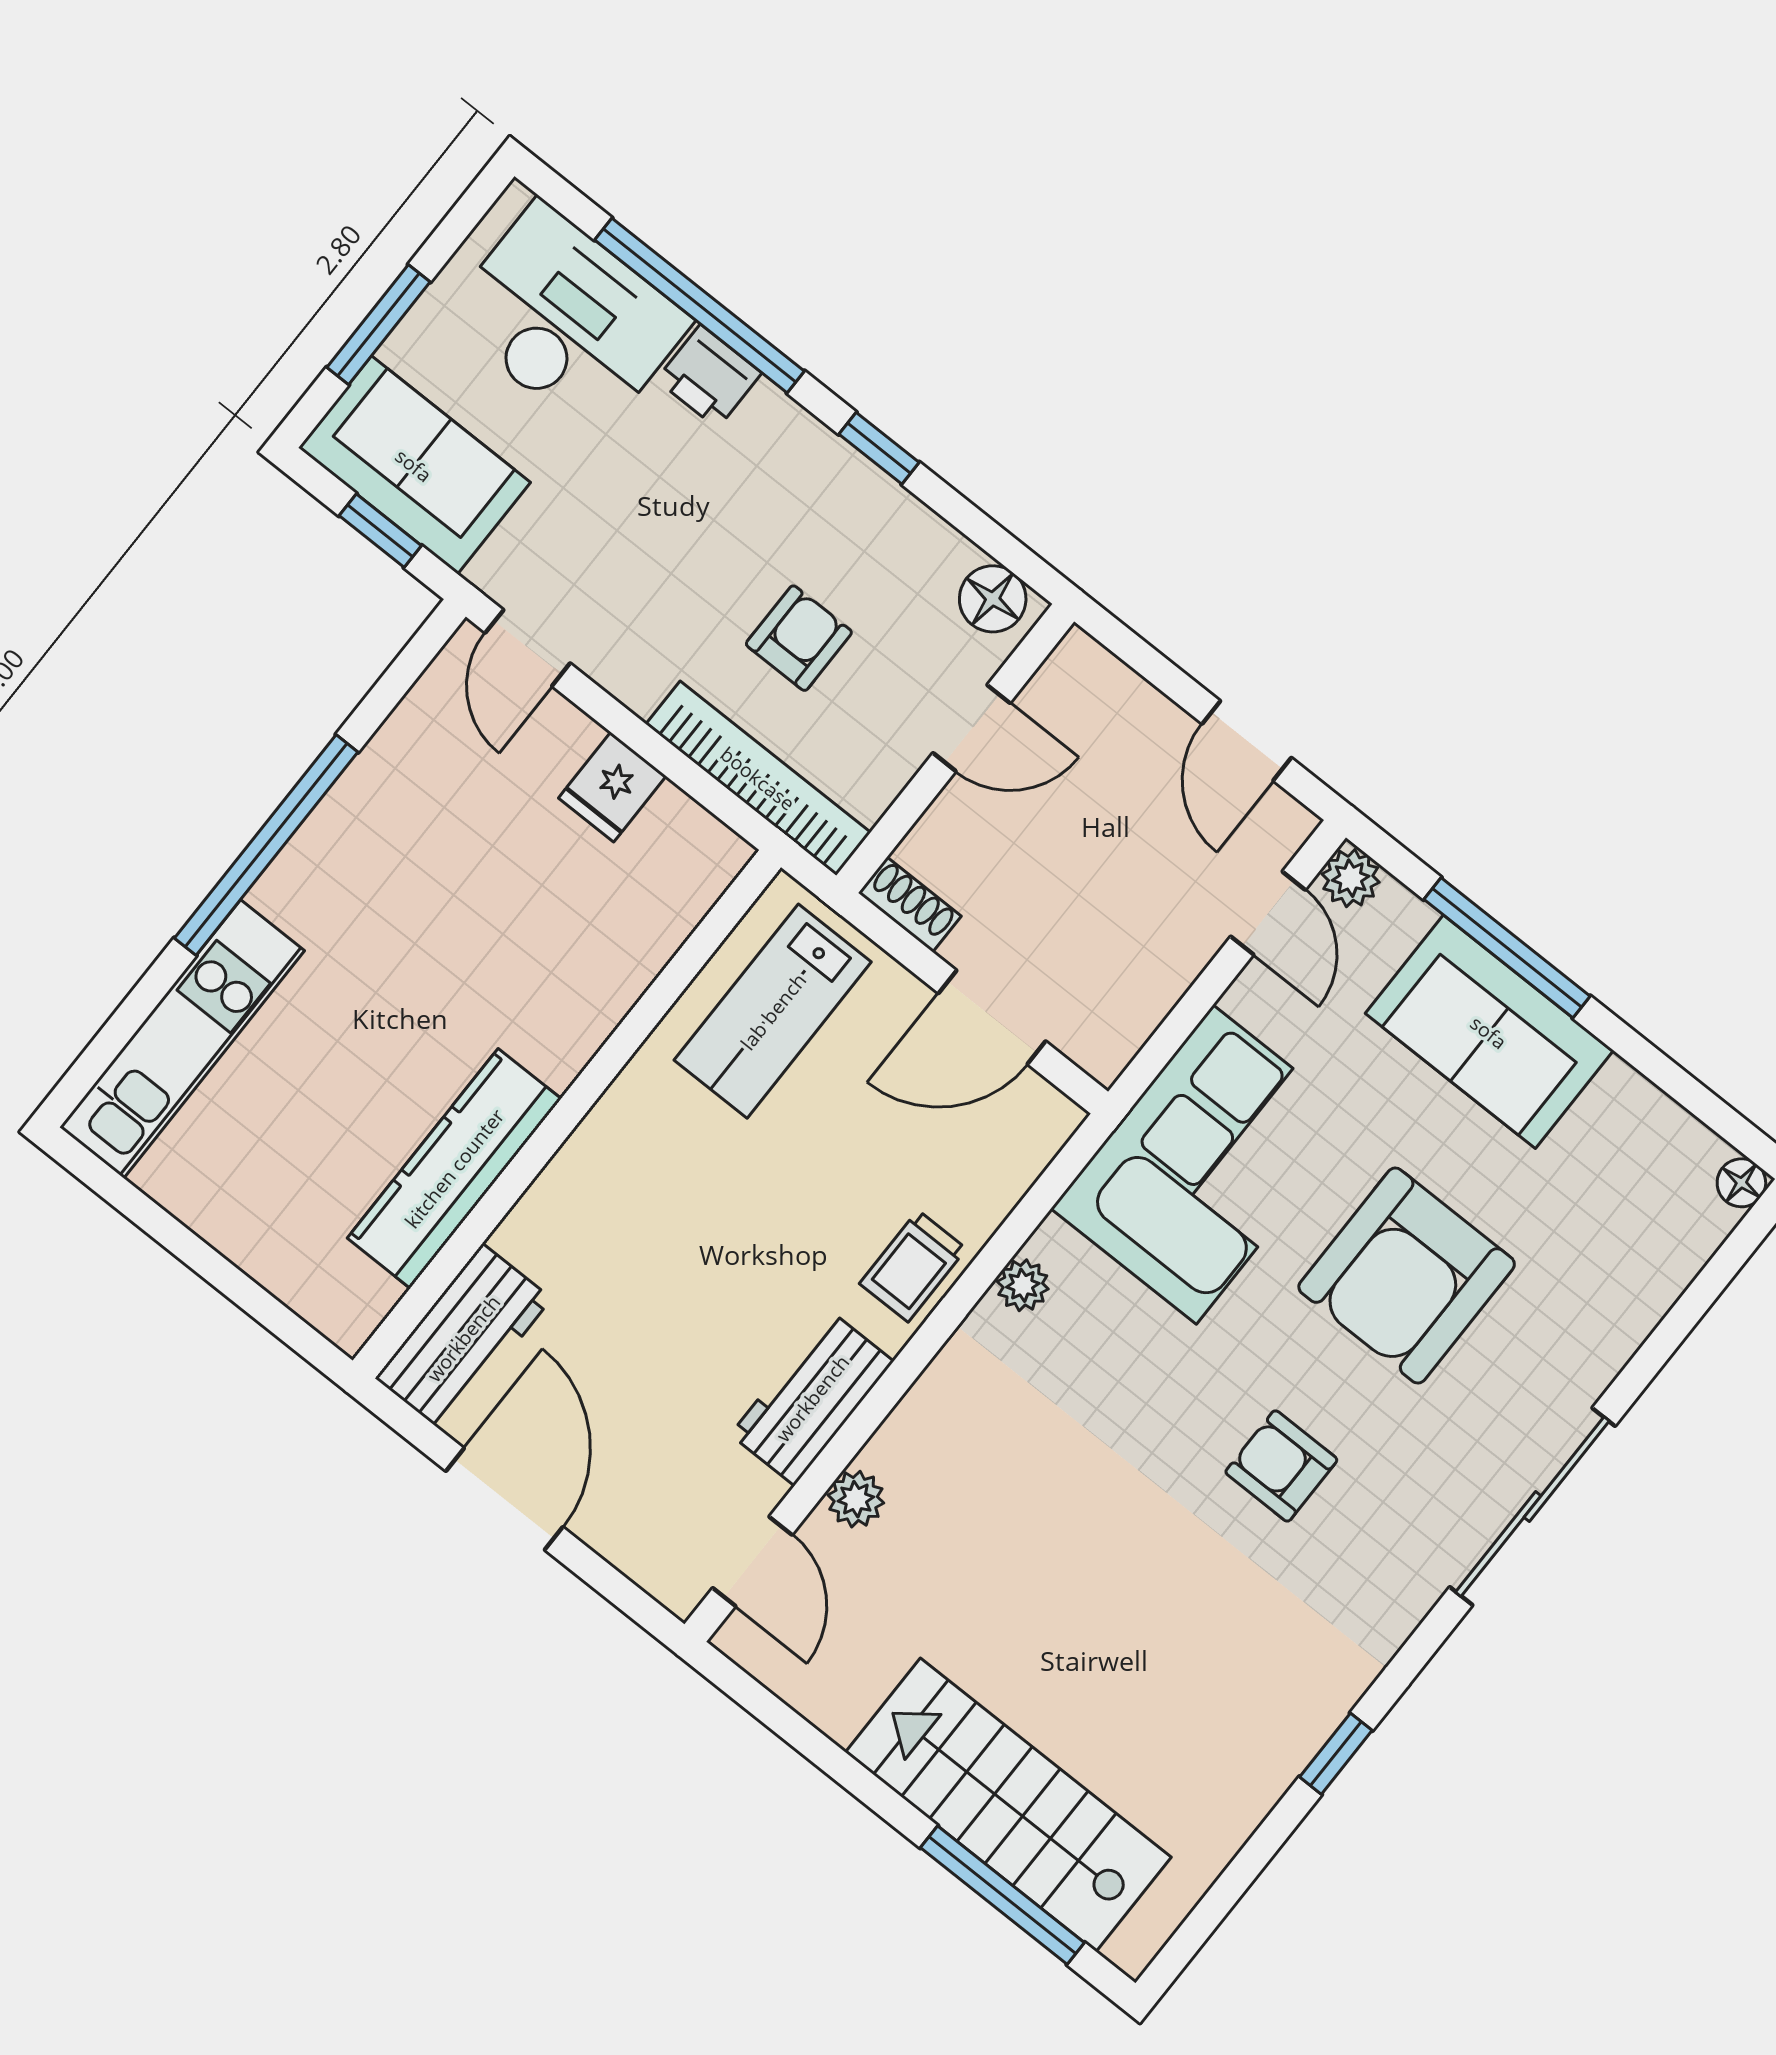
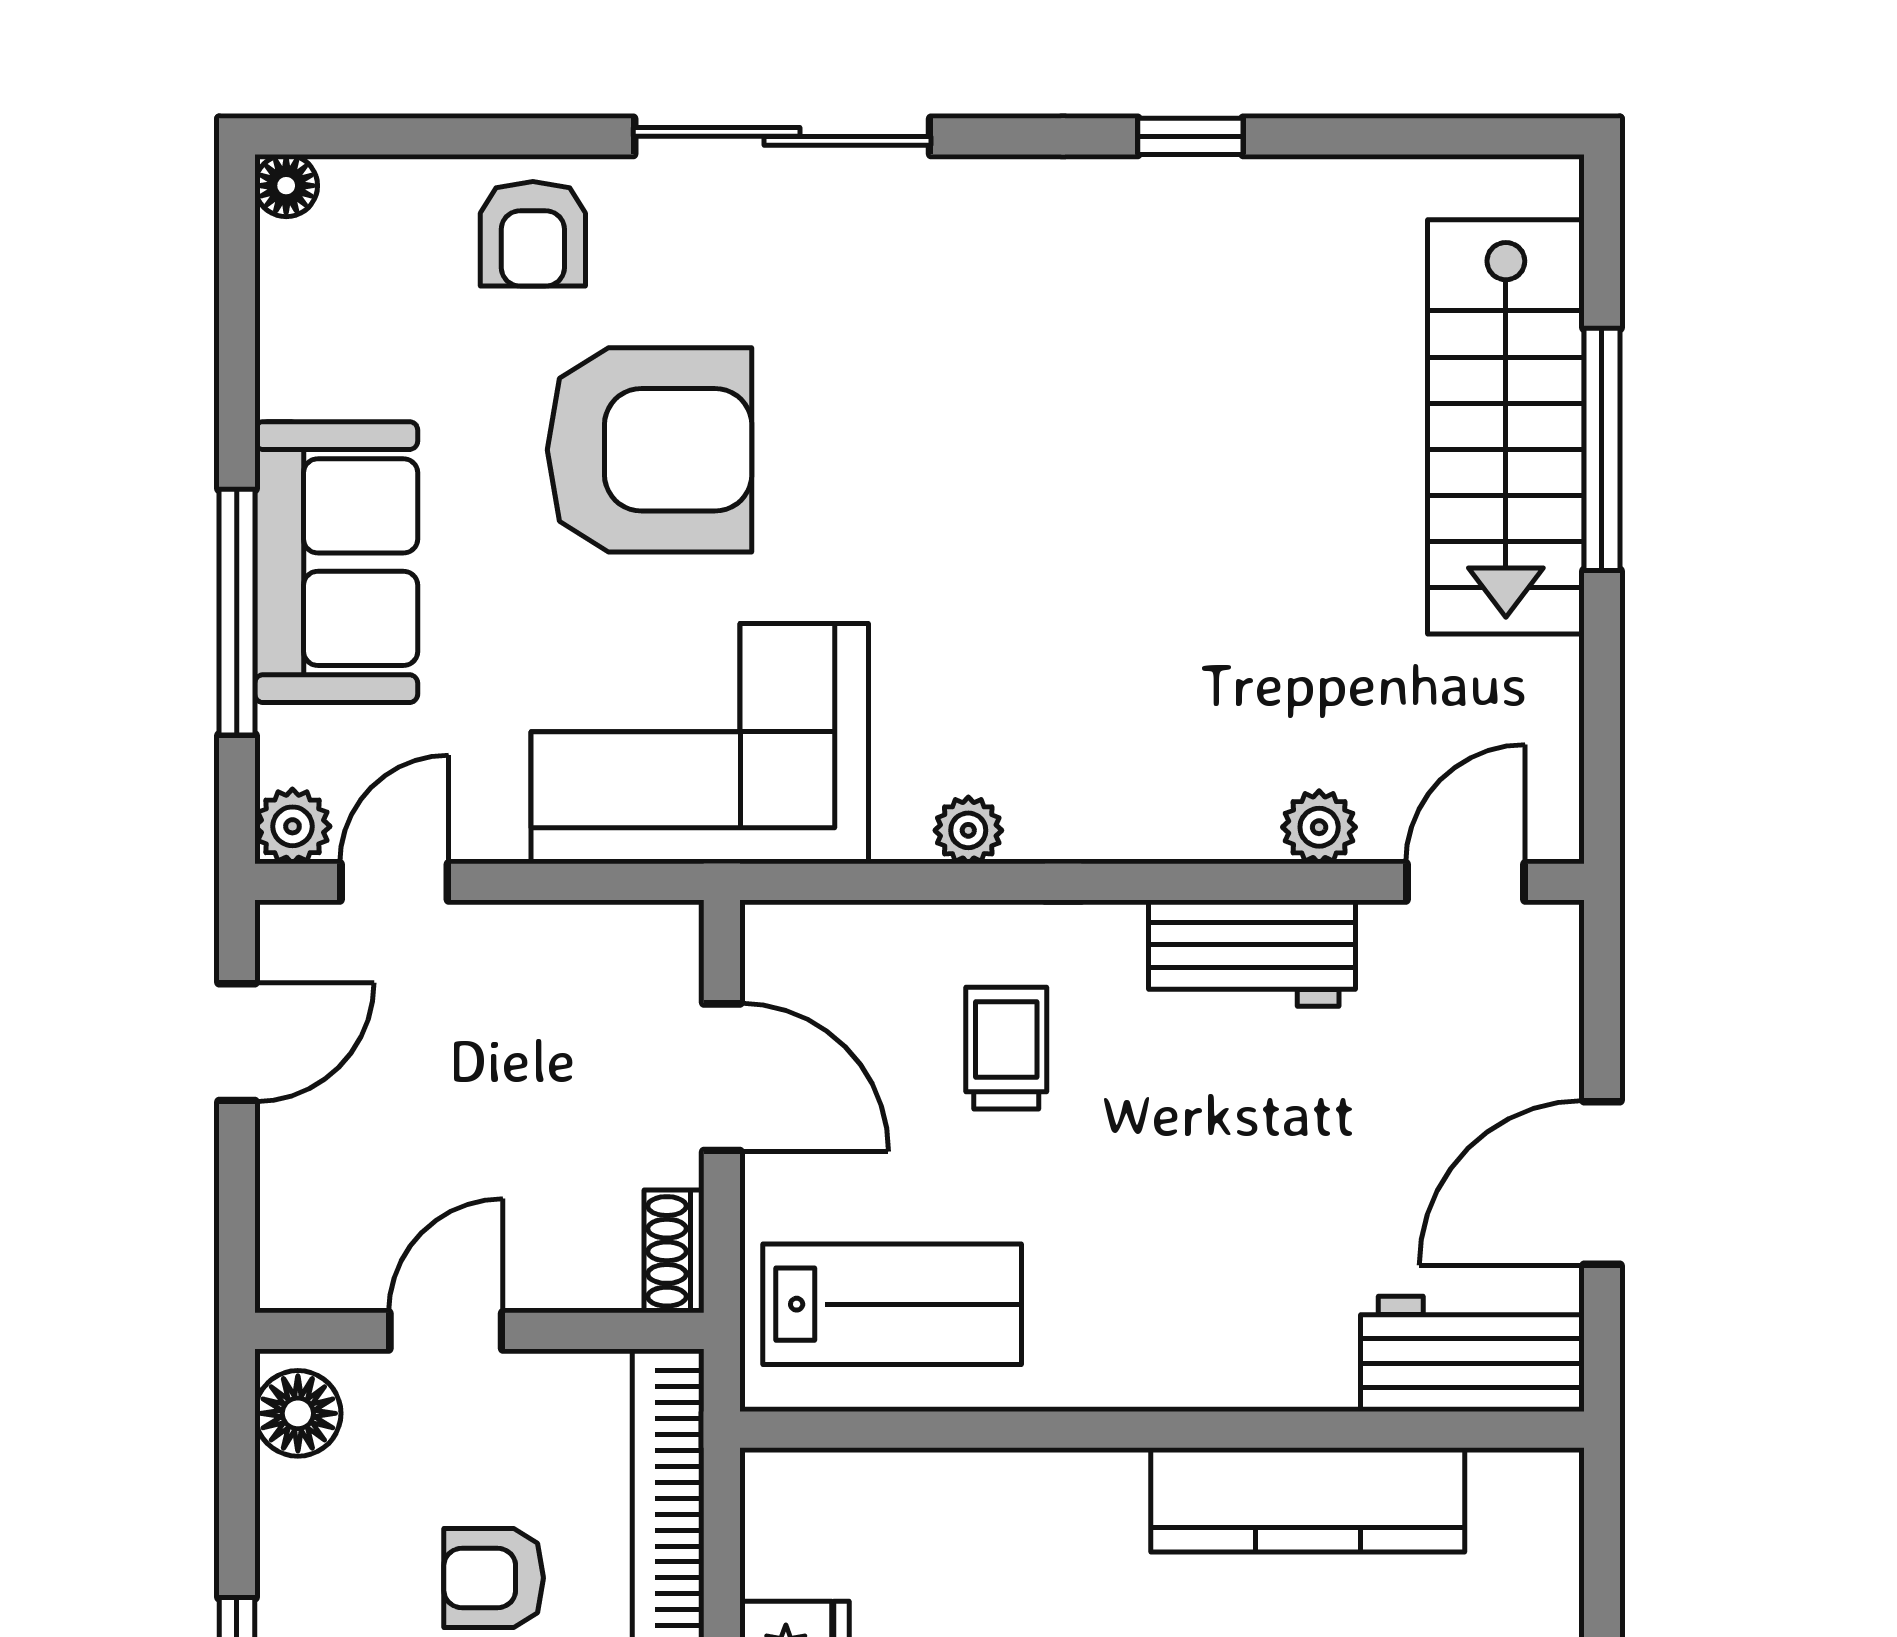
door: (972, 728) -> (446, 1331), hinge flipped
trolley: (913, 1266) -> (1006, 1048), moved, turned -90
armchair: (1281, 1466) -> (533, 234), moved
window: (1002, 1895) -> (1602, 449), moved

